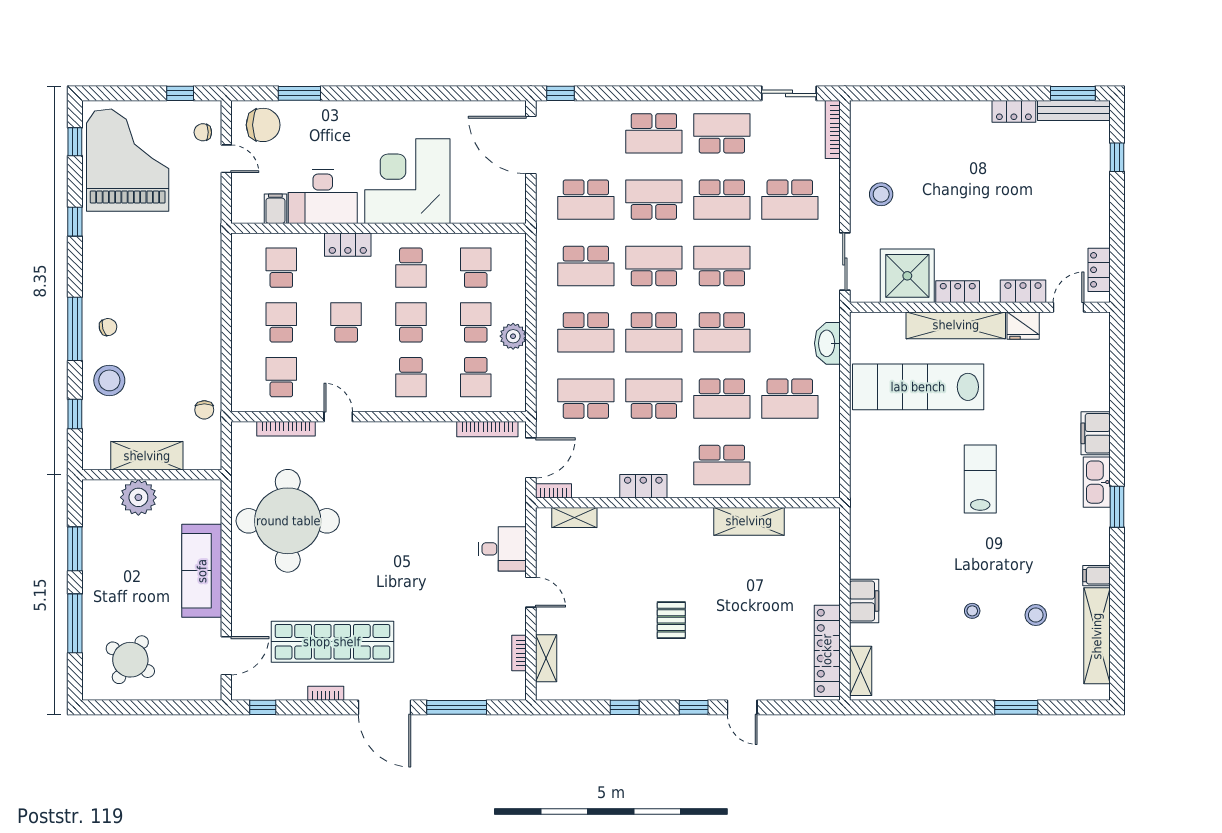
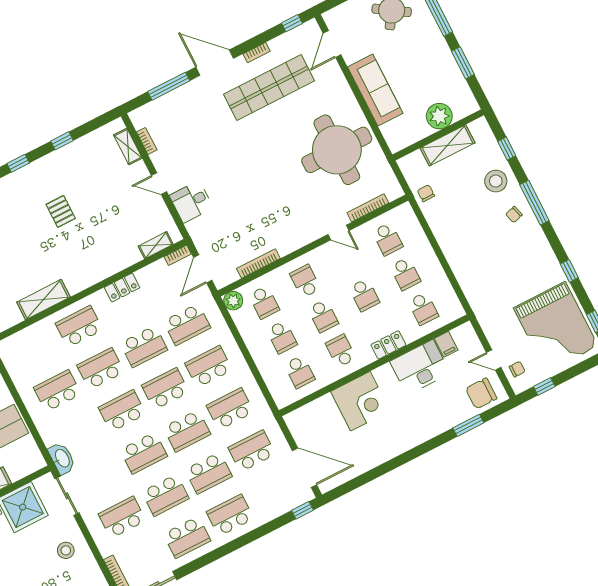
corner desk: (407, 181) -> (360, 401), width x0.74, depth x0.74
school desk: (722, 200) -> (165, 495), turned 180
plant: (513, 336) -> (233, 301), moved
washbasin: (827, 343) -> (62, 458), moved
school desk: (476, 377) -> (264, 302), turned 180
bookcase: (487, 429) -> (258, 263), moved

